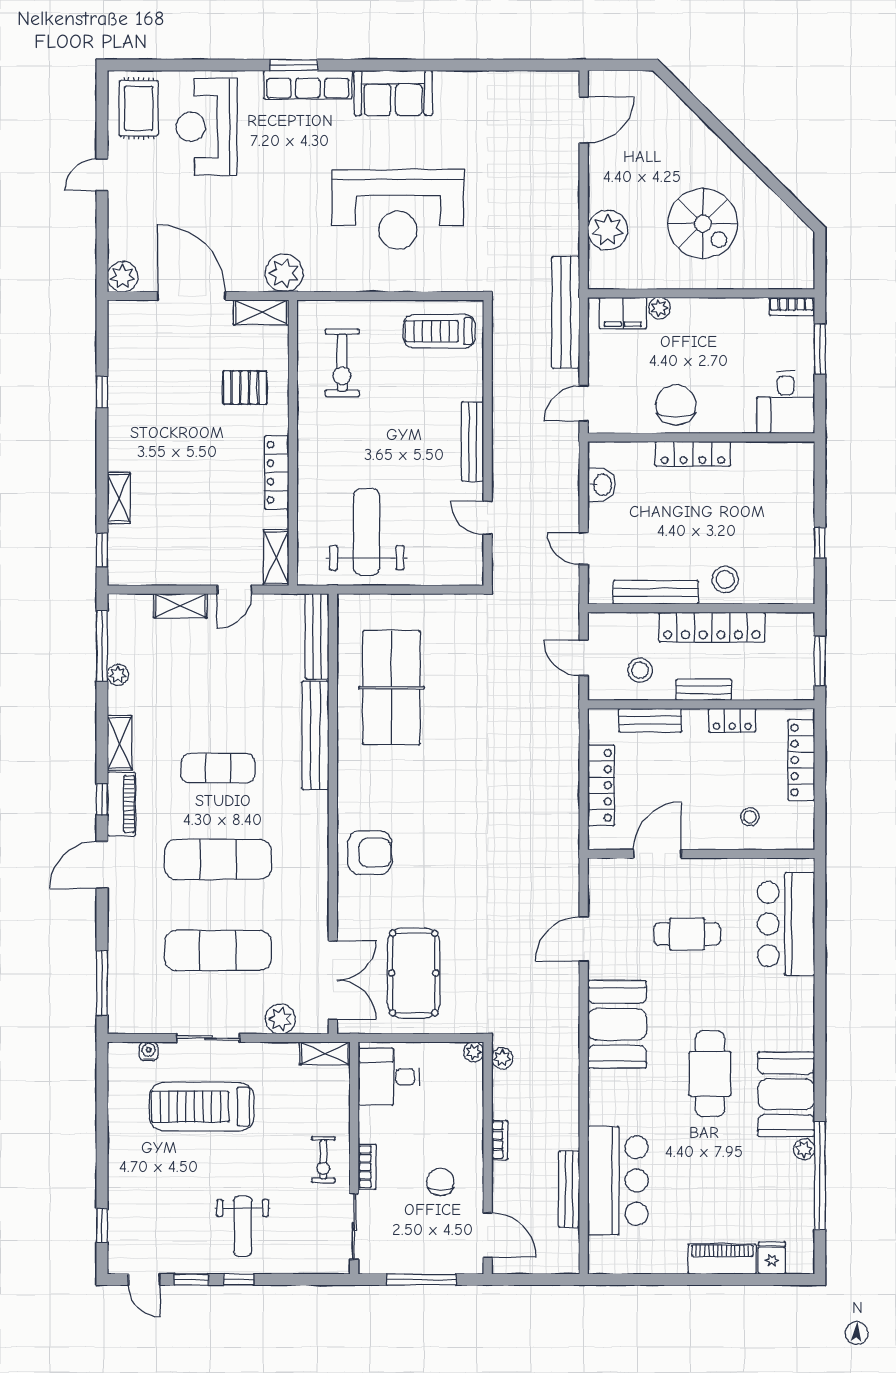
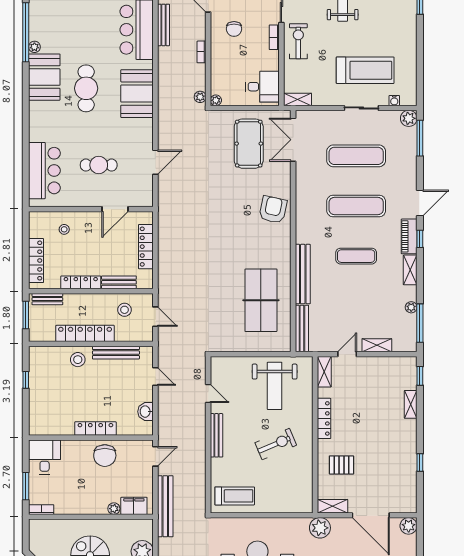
exercise bike: (342, 363) -> (276, 444), moved, turned 67
bench: (704, 690) -> (47, 299), moved
locker: (732, 720) -> (81, 282), width x1.53
armchair: (370, 853) -> (273, 210), turned 102
plant: (280, 1019) -> (409, 118), moved
booth: (617, 1024) -> (137, 94), moved
exercise bike: (323, 1160) -> (298, 41), width x1.38, depth x1.39

